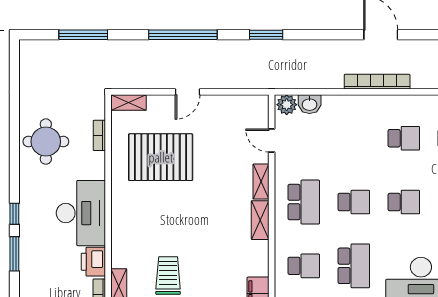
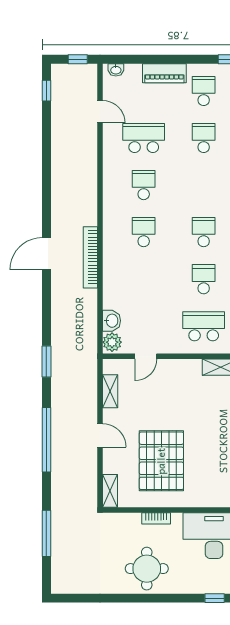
bookcase: (99, 135) -> (156, 518), moved
shelving: (261, 182) -> (110, 391), moved, turned 90

